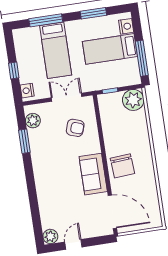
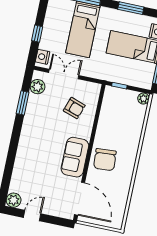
double door: (67, 97) -> (64, 74), moved
plant: (133, 100) -> (143, 99), width x0.53, depth x0.53

